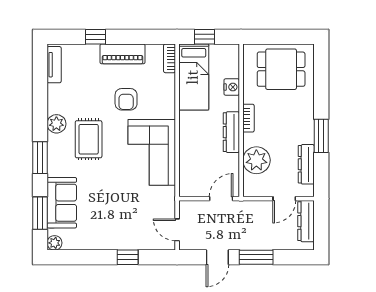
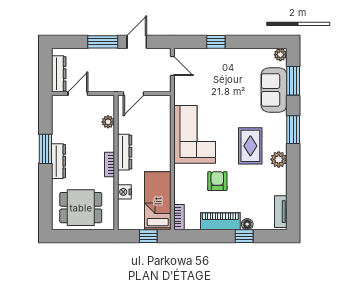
floor lamp: (92, 50) -> (247, 224), added
plant: (256, 160) -> (108, 122), width x0.53, depth x0.53
dresser: (306, 164) -> (59, 161), moved

